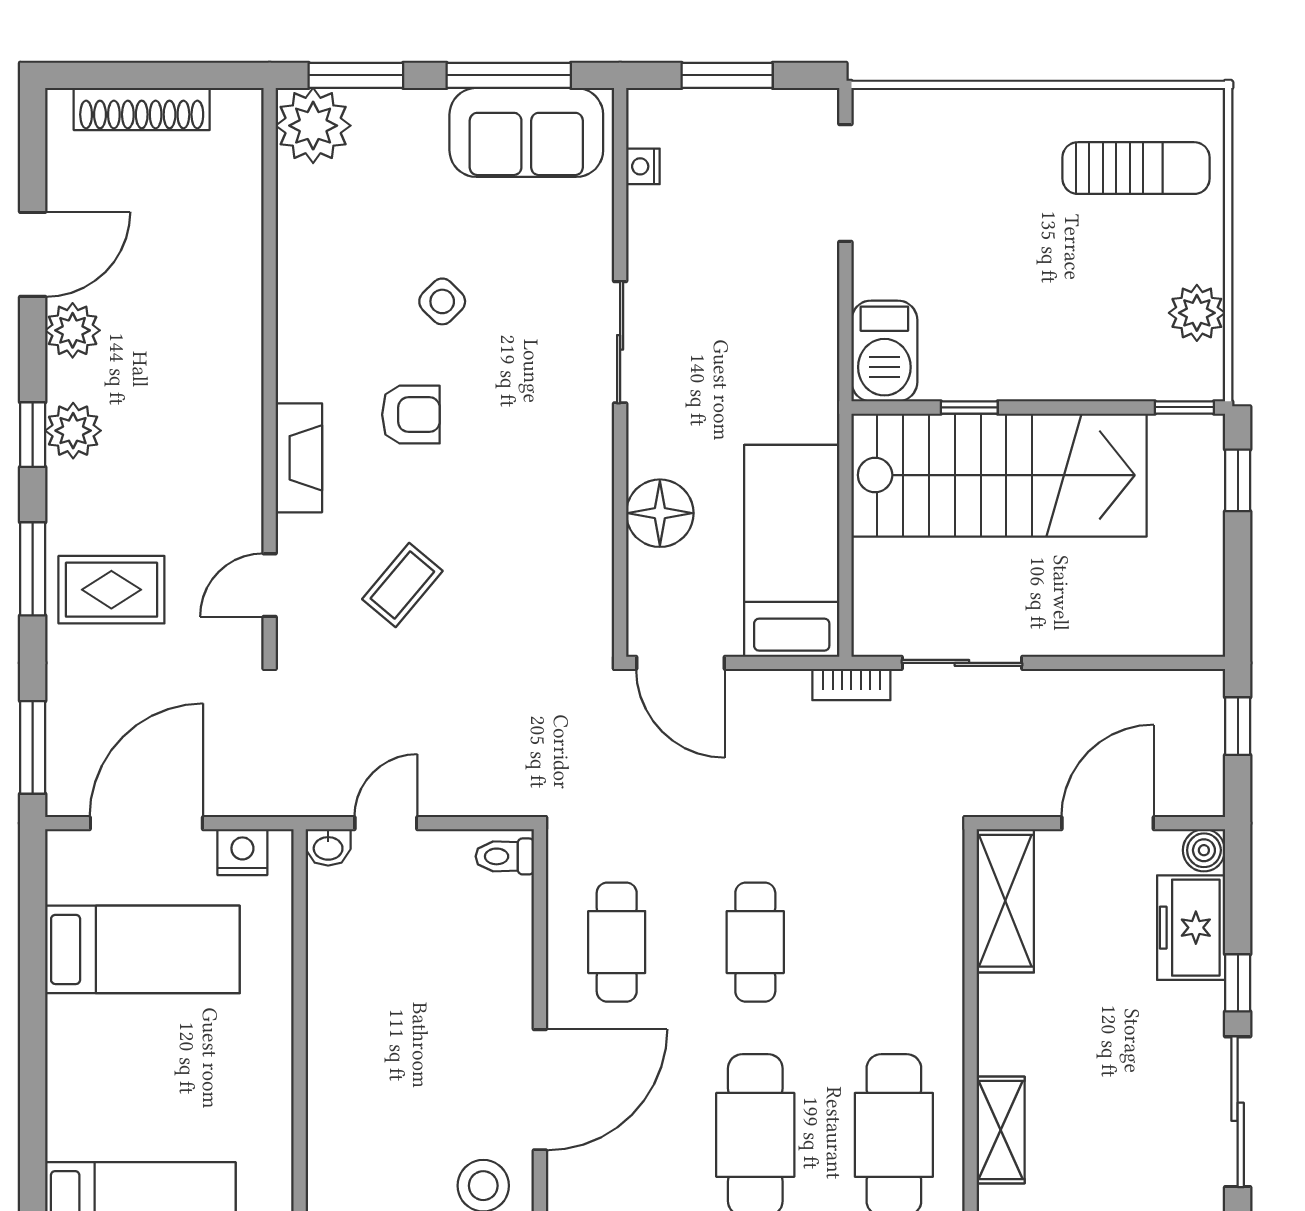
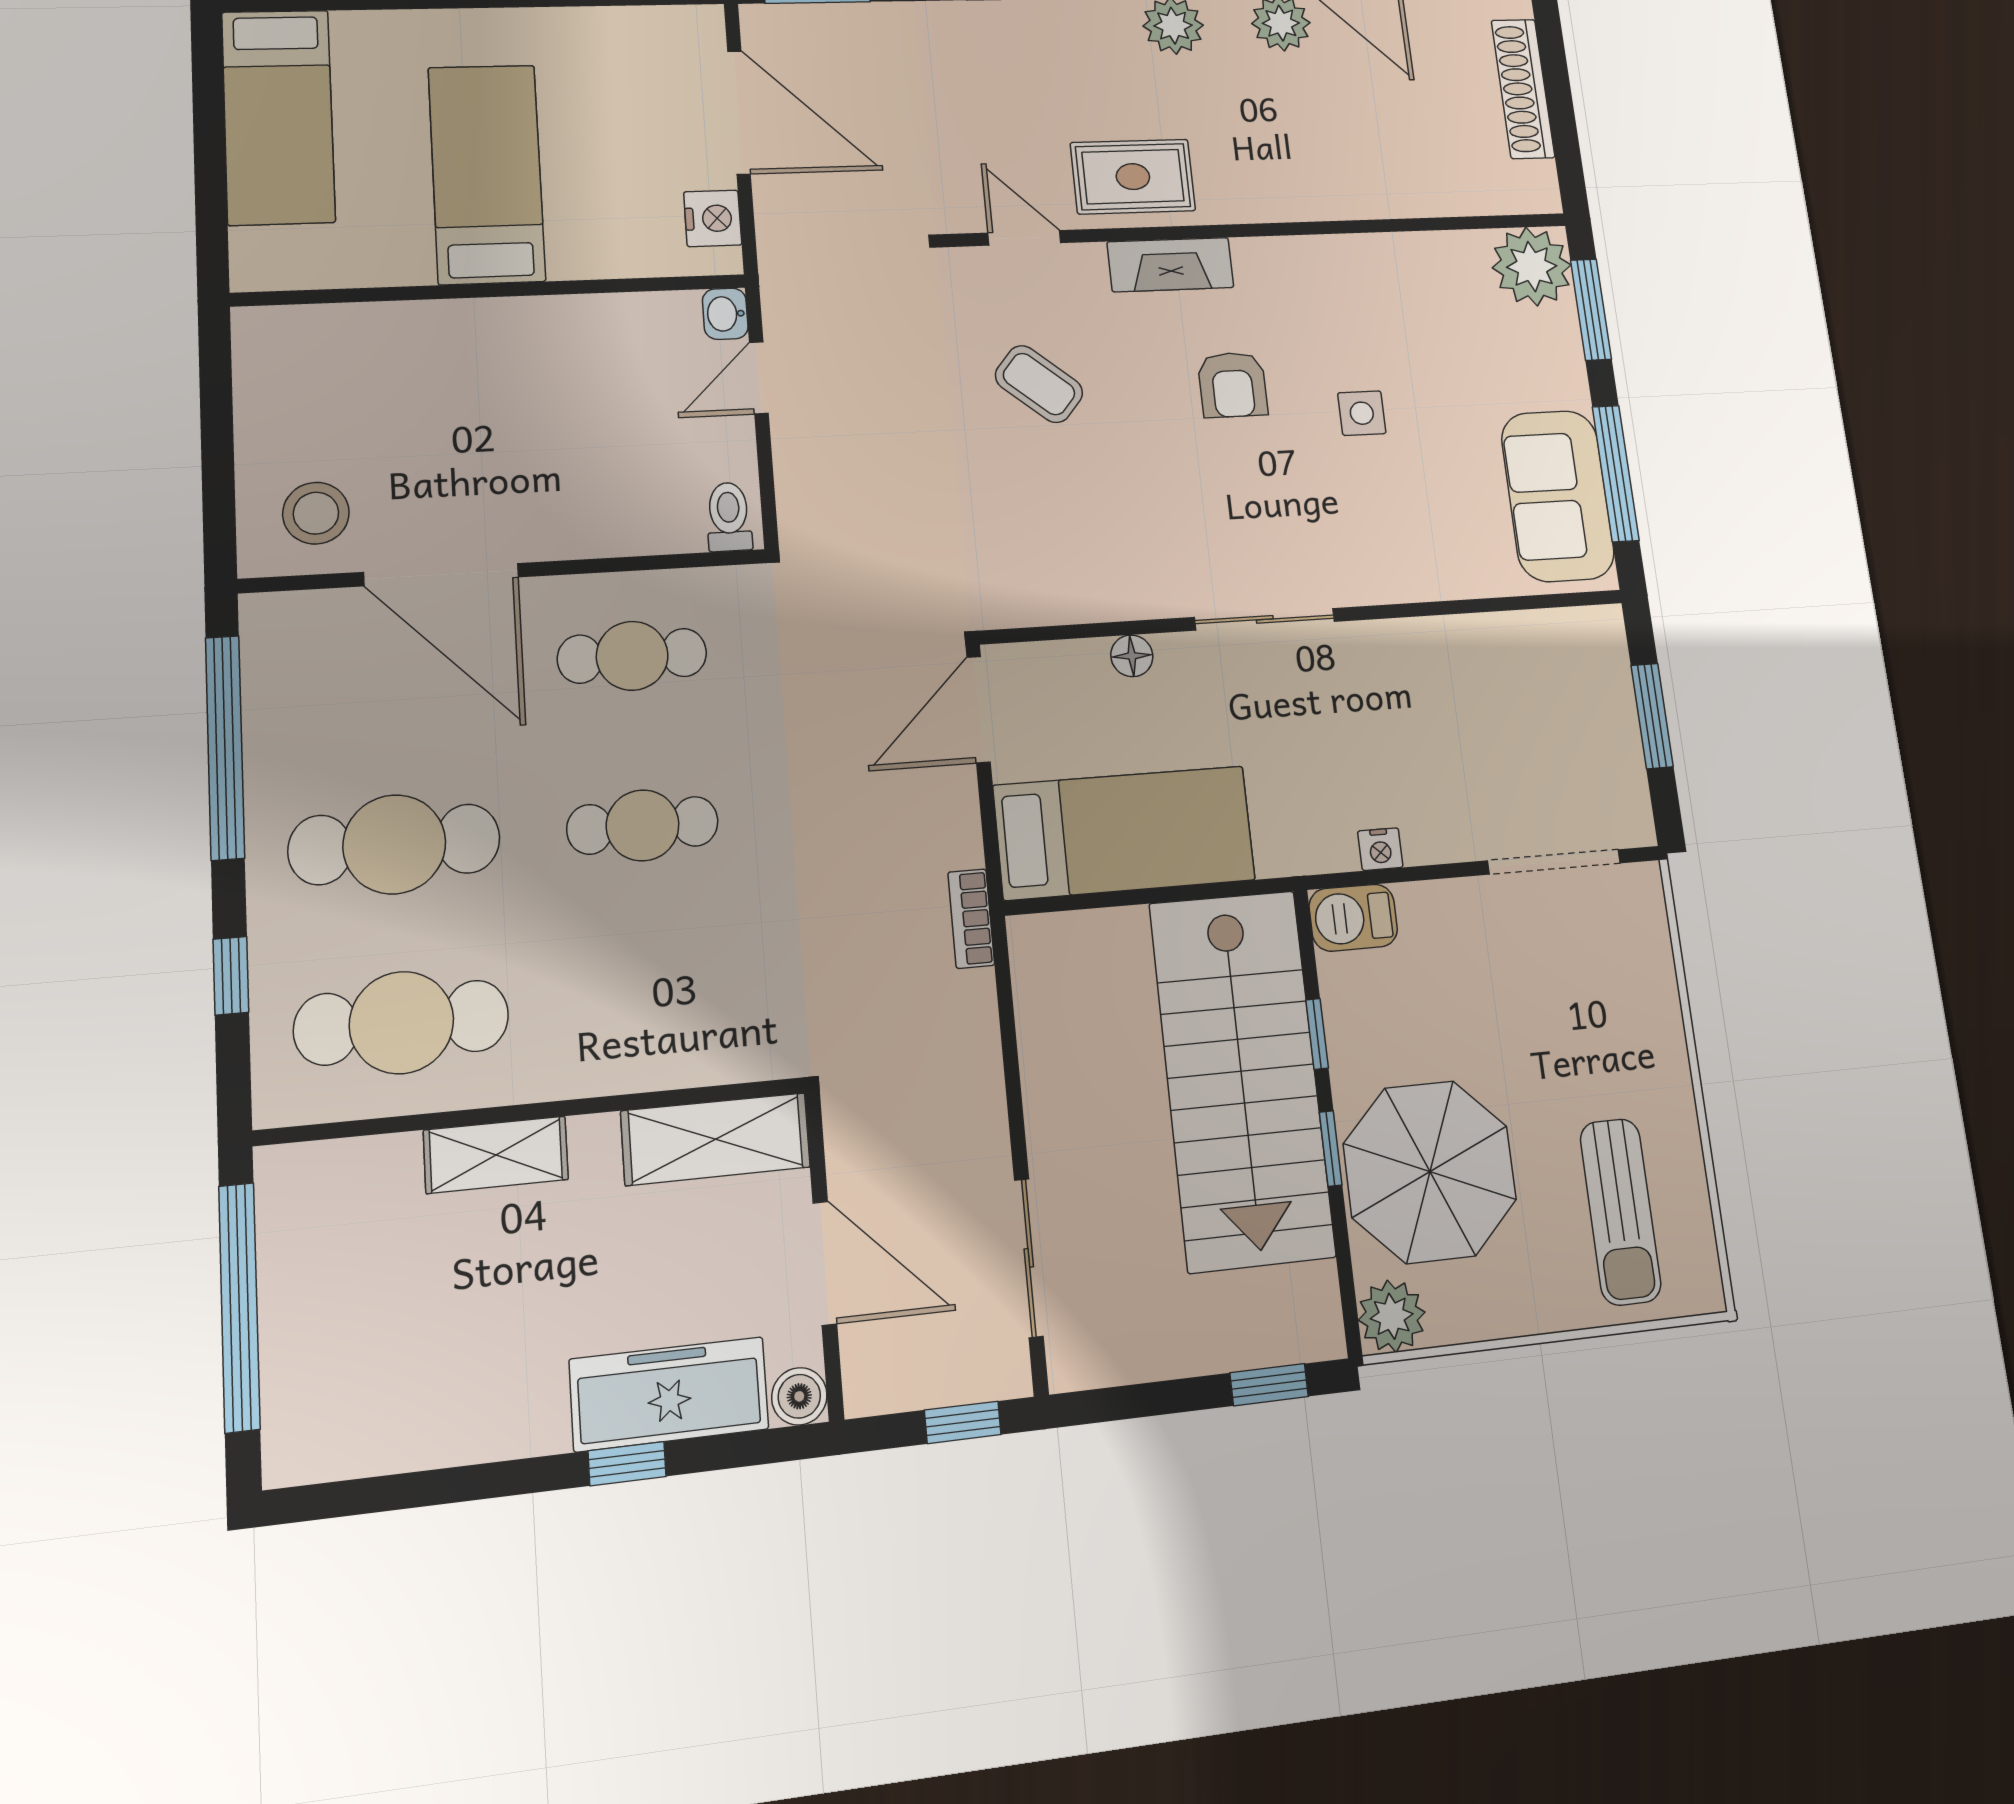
nightstand: (643, 166) -> (1380, 849), moved, turned 180
side table: (442, 301) -> (1362, 413), turned 45
plant: (1197, 313) -> (1392, 1316), moved
parasol: (1088, 326) -> (1430, 1172), added
sliding door: (620, 342) -> (1265, 619), moved
barbecue: (884, 351) -> (1353, 918), width x0.73, depth x0.79
window: (1184, 407) -> (1331, 1148), moved
floor lamp: (660, 513) -> (1132, 656), width x0.53, depth x0.53
rug: (111, 590) -> (1133, 177), moved, turned 90
sliding door: (962, 663) -> (1029, 1258), moved
door: (386, 823) -> (759, 378), swing flipped
freezer: (1191, 928) -> (669, 1394), width x1.40
bed: (142, 949) -> (487, 174), moved, turned 180
sliding door: (1238, 1112) -> (452, 1485), removed
shelving: (1001, 1130) -> (496, 1155), moved

